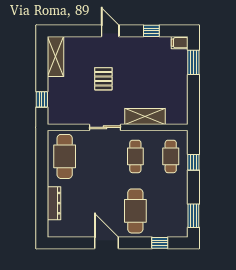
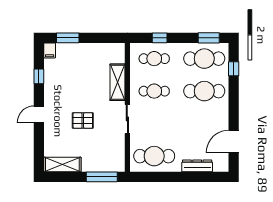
window: (42, 99) -> (102, 177), width x2.17
cafe table: (171, 211) -> (204, 59), added
door: (107, 243) -> (234, 142), moved

